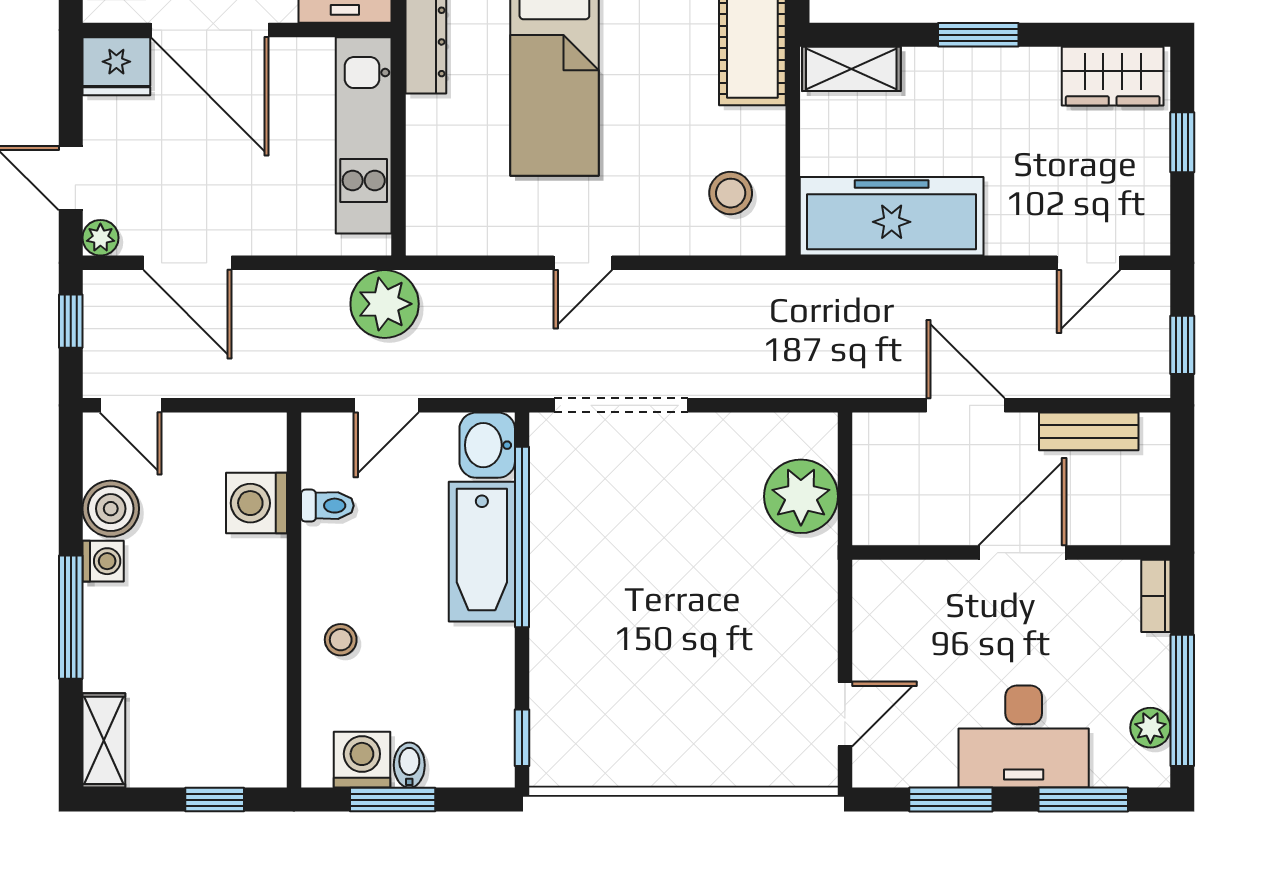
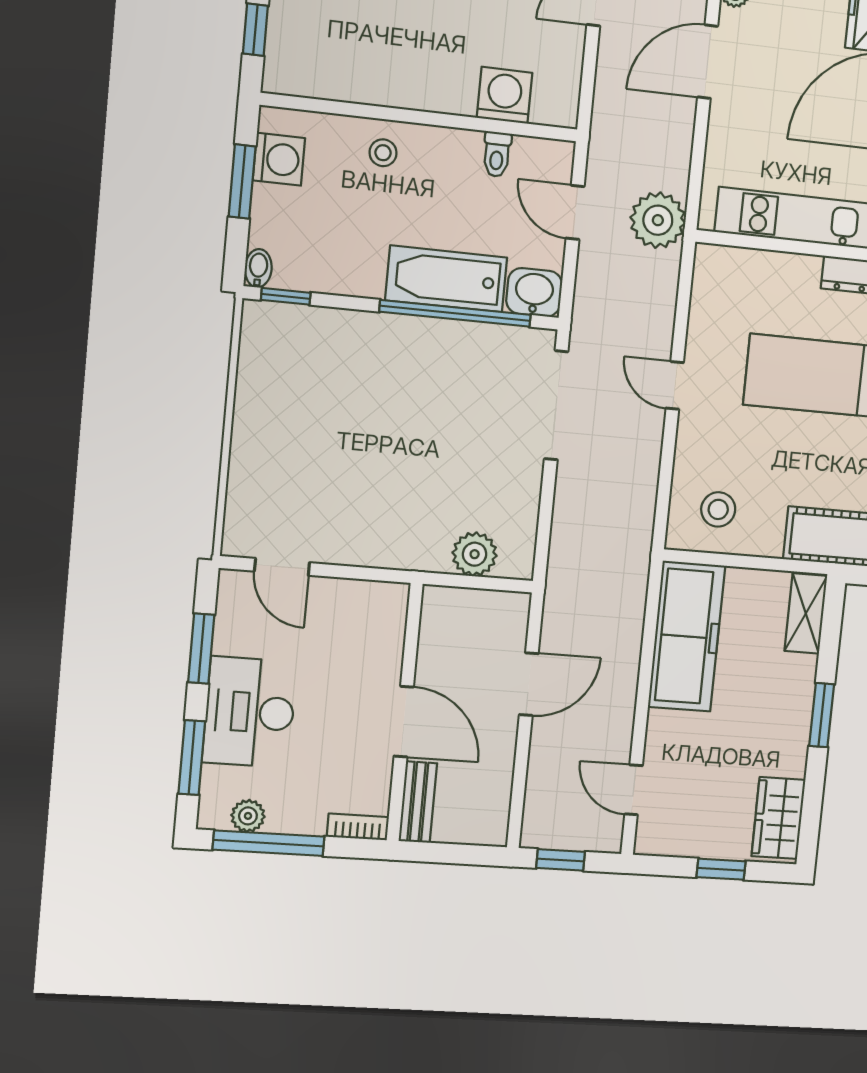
bench: (1089, 431) -> (418, 802), moved
plant: (801, 496) -> (475, 554), width x0.73, depth x0.73
bidet: (409, 765) -> (258, 268), moved, turned -90

